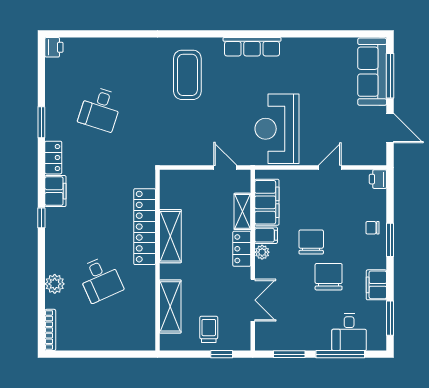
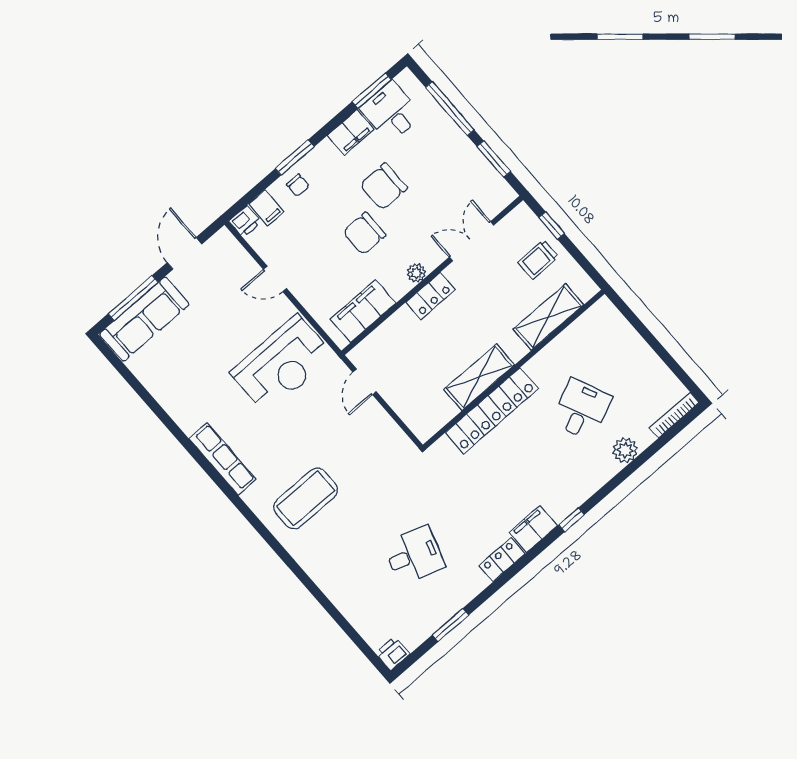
window: (41, 122) -> (450, 625), moved
shelving: (242, 211) -> (393, 327), removed
filing cabinet: (266, 235) -> (266, 208), moved, turned 180
desk: (349, 332) -> (391, 112), moved, turned -90

